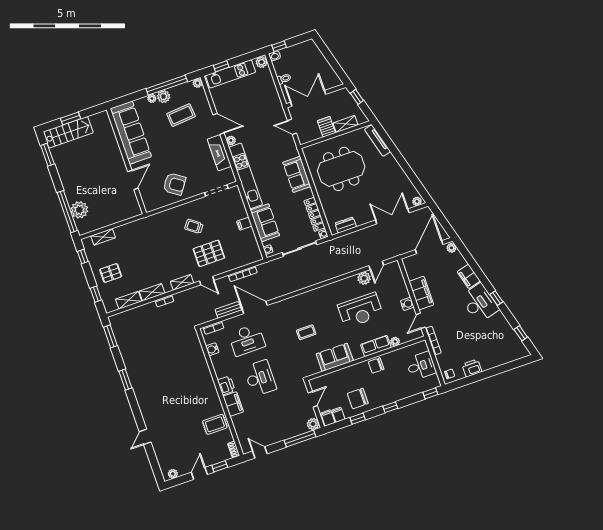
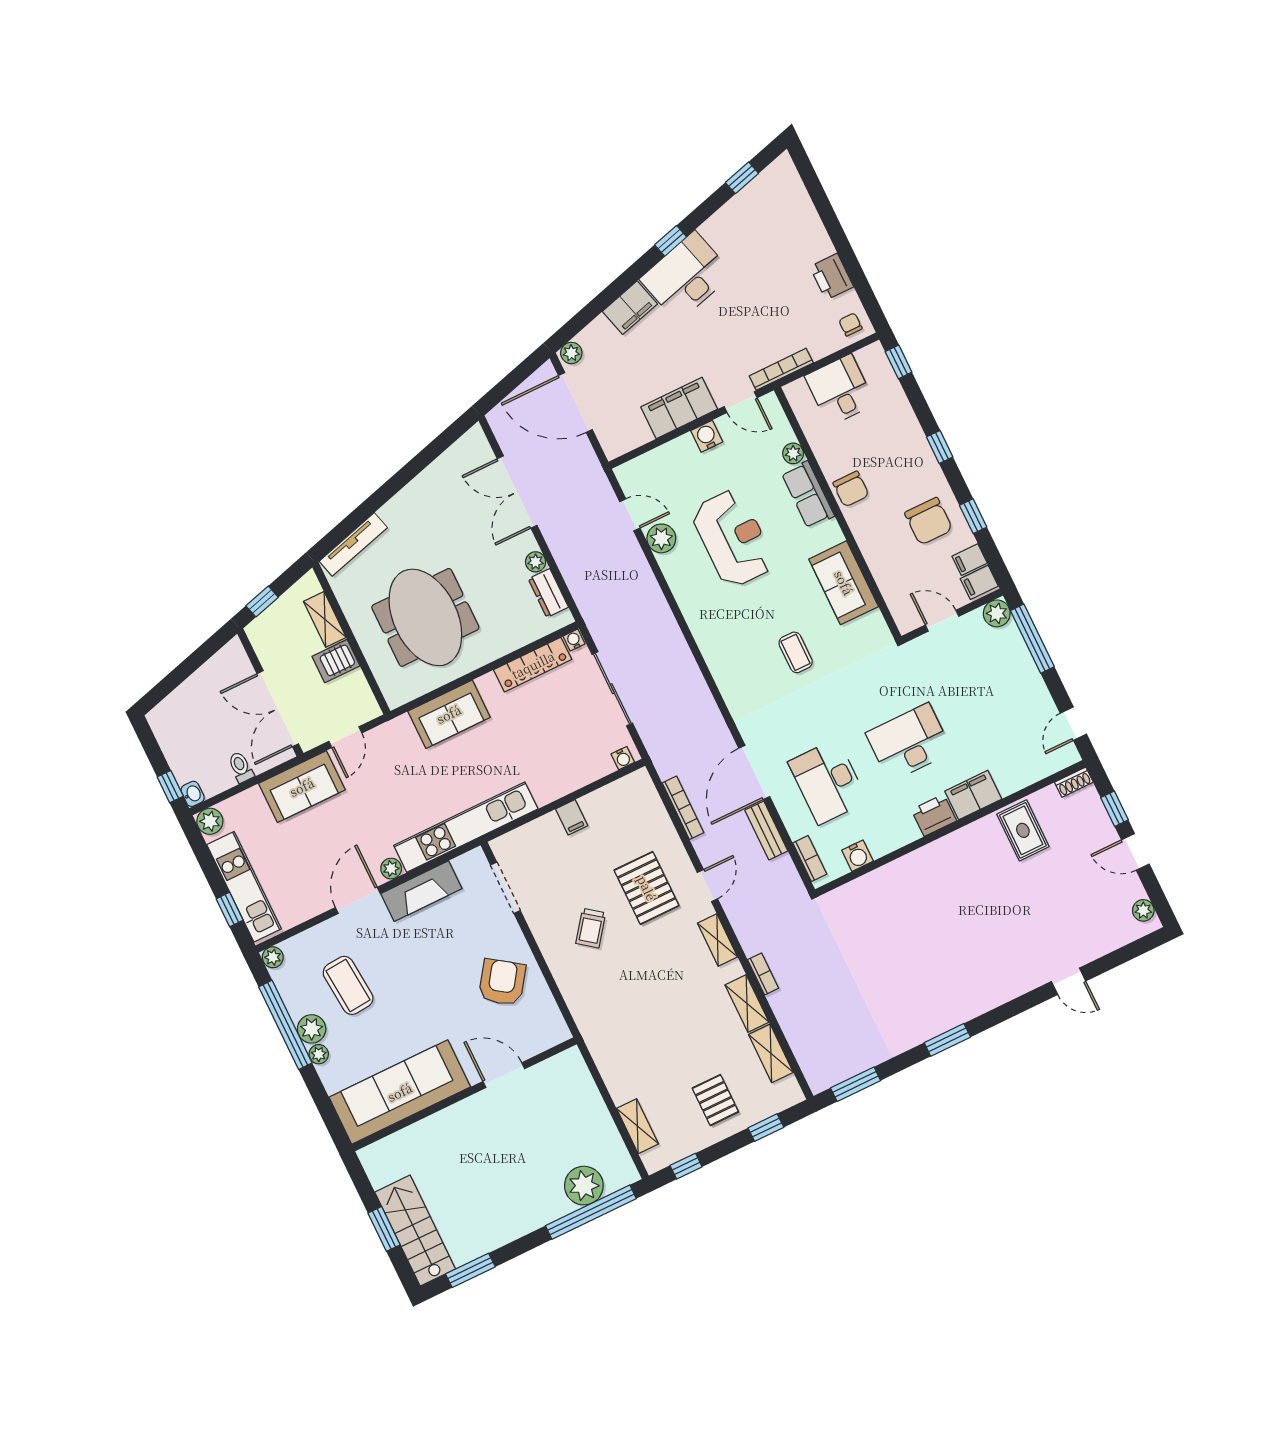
plant: (417, 201) -> (536, 562), moved
sofa: (265, 223) -> (302, 787), moved, turned 180
desk: (247, 340) -> (828, 782), turned 180

